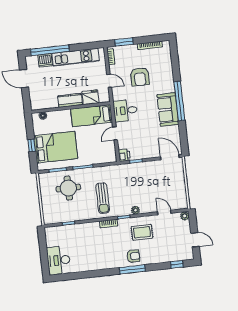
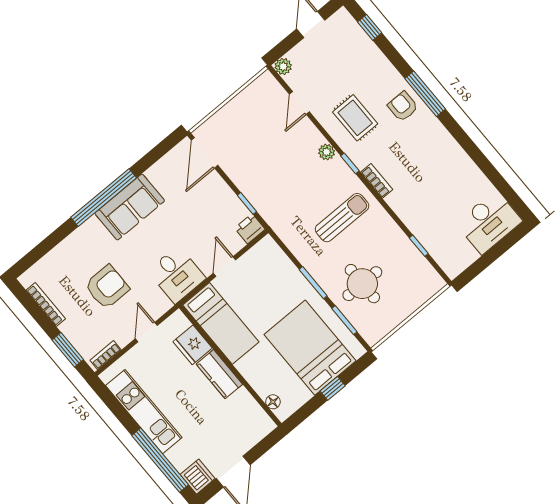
dishwasher: (45, 60) -> (198, 477), moved
door: (115, 133) -> (225, 267), swing flipped

